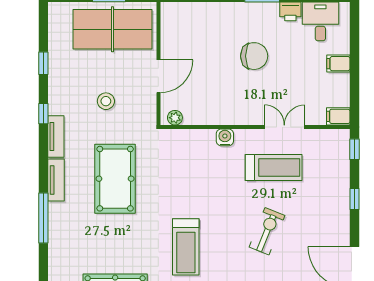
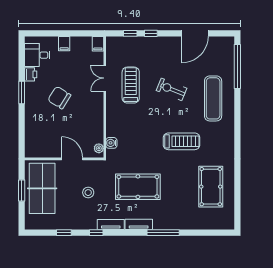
chair: (254, 56) -> (59, 98), turned -58
water cooler: (225, 137) -> (111, 143), moved
window: (354, 149) -> (130, 33), moved

